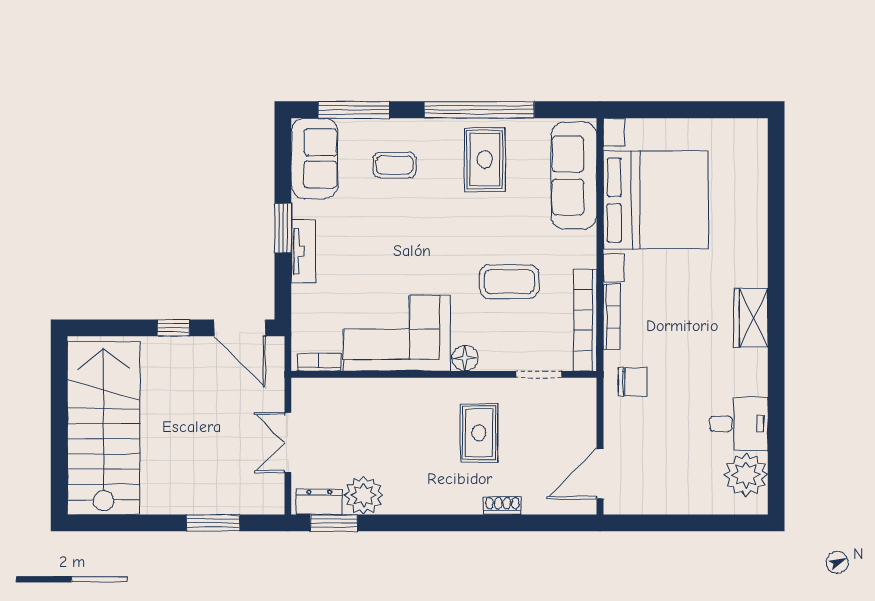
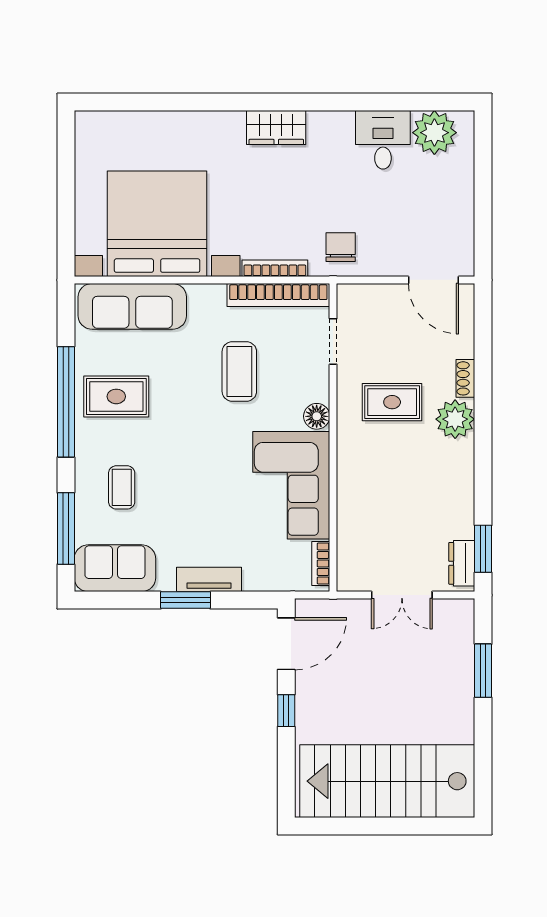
plant: (364, 495) -> (455, 419), moved

